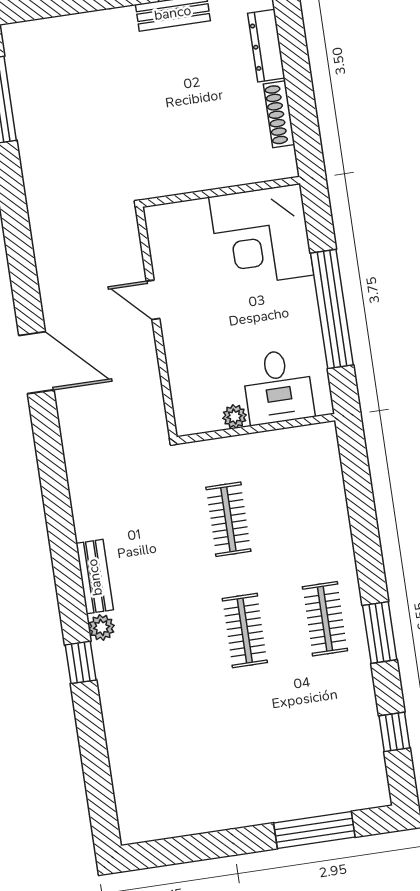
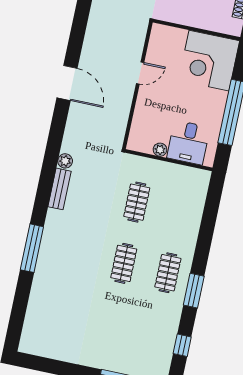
door: (153, 300) -> (140, 73), swing flipped
bench: (95, 577) -> (60, 189), moved
plant: (102, 627) -> (65, 161), moved
window: (81, 662) -> (32, 248), width x2.17

